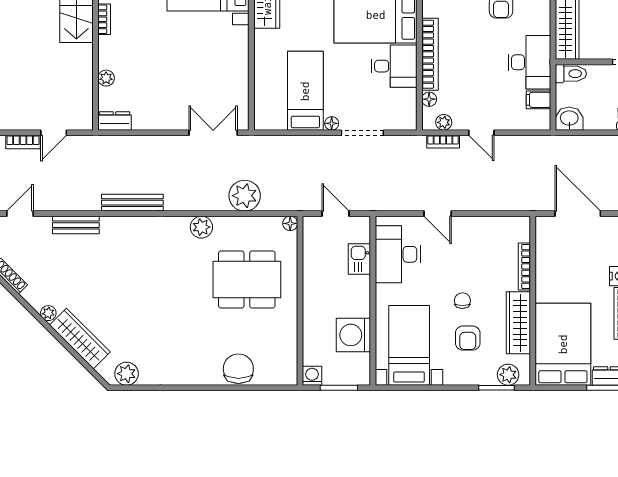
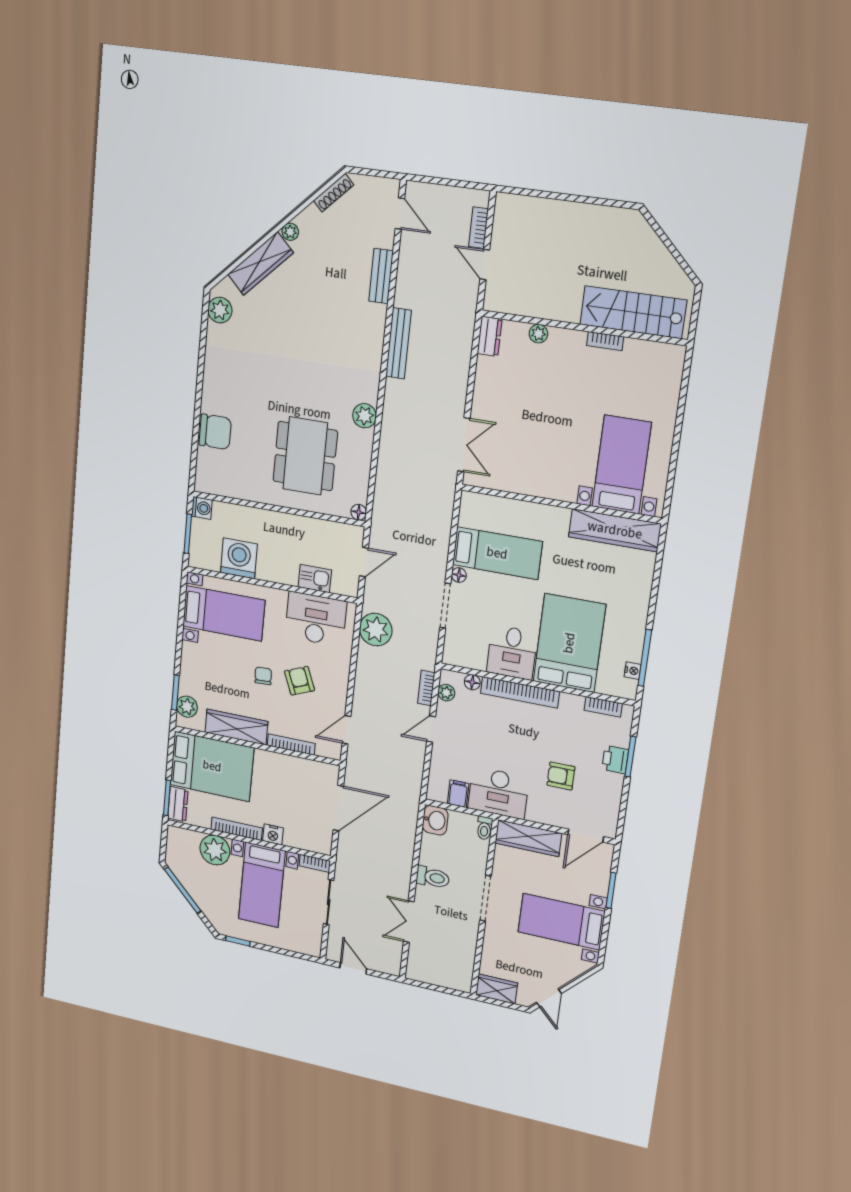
toilet: (571, 74) -> (484, 828), width x0.73, depth x0.72
plant: (245, 196) -> (376, 630), moved
door: (438, 214) -> (346, 730), moved
chair: (462, 301) -> (263, 676), turned -93
armchair: (468, 338) -> (300, 681), moved, turned 68

